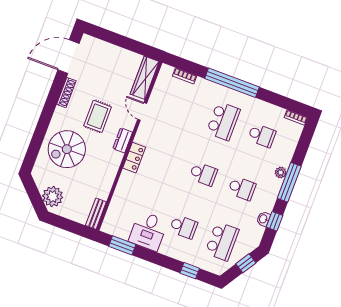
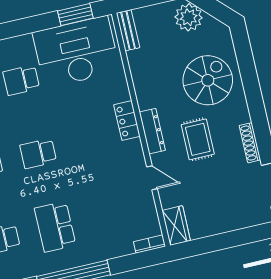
bookcase: (185, 76) -> (150, 244), moved
wardrobe: (145, 78) -> (176, 226), width x0.67
dresser: (123, 140) -> (152, 131), width x1.44
desk: (148, 231) -> (76, 52), width x1.87, depth x1.30

